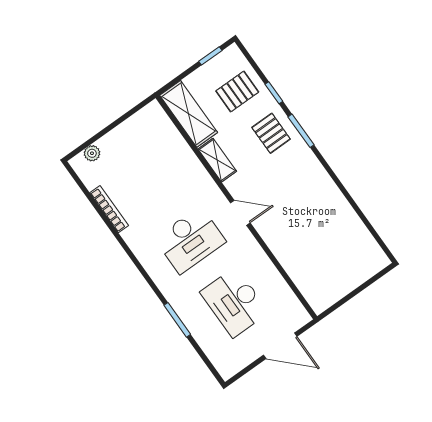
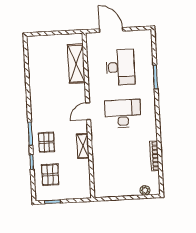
pallet: (237, 92) -> (50, 175), turned 90
shelving: (189, 114) -> (76, 64), moved
door: (240, 213) -> (88, 111), hinge flipped

